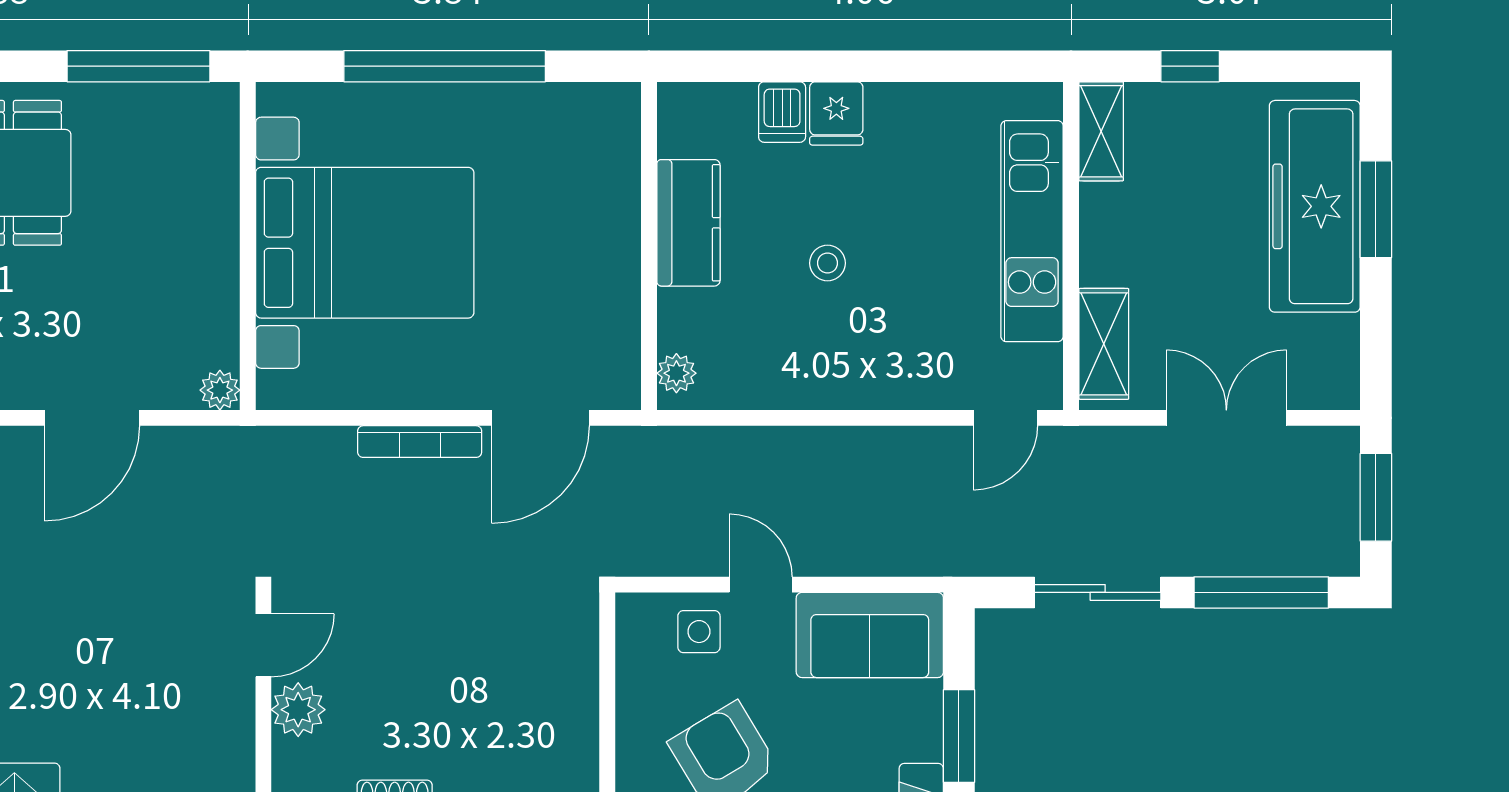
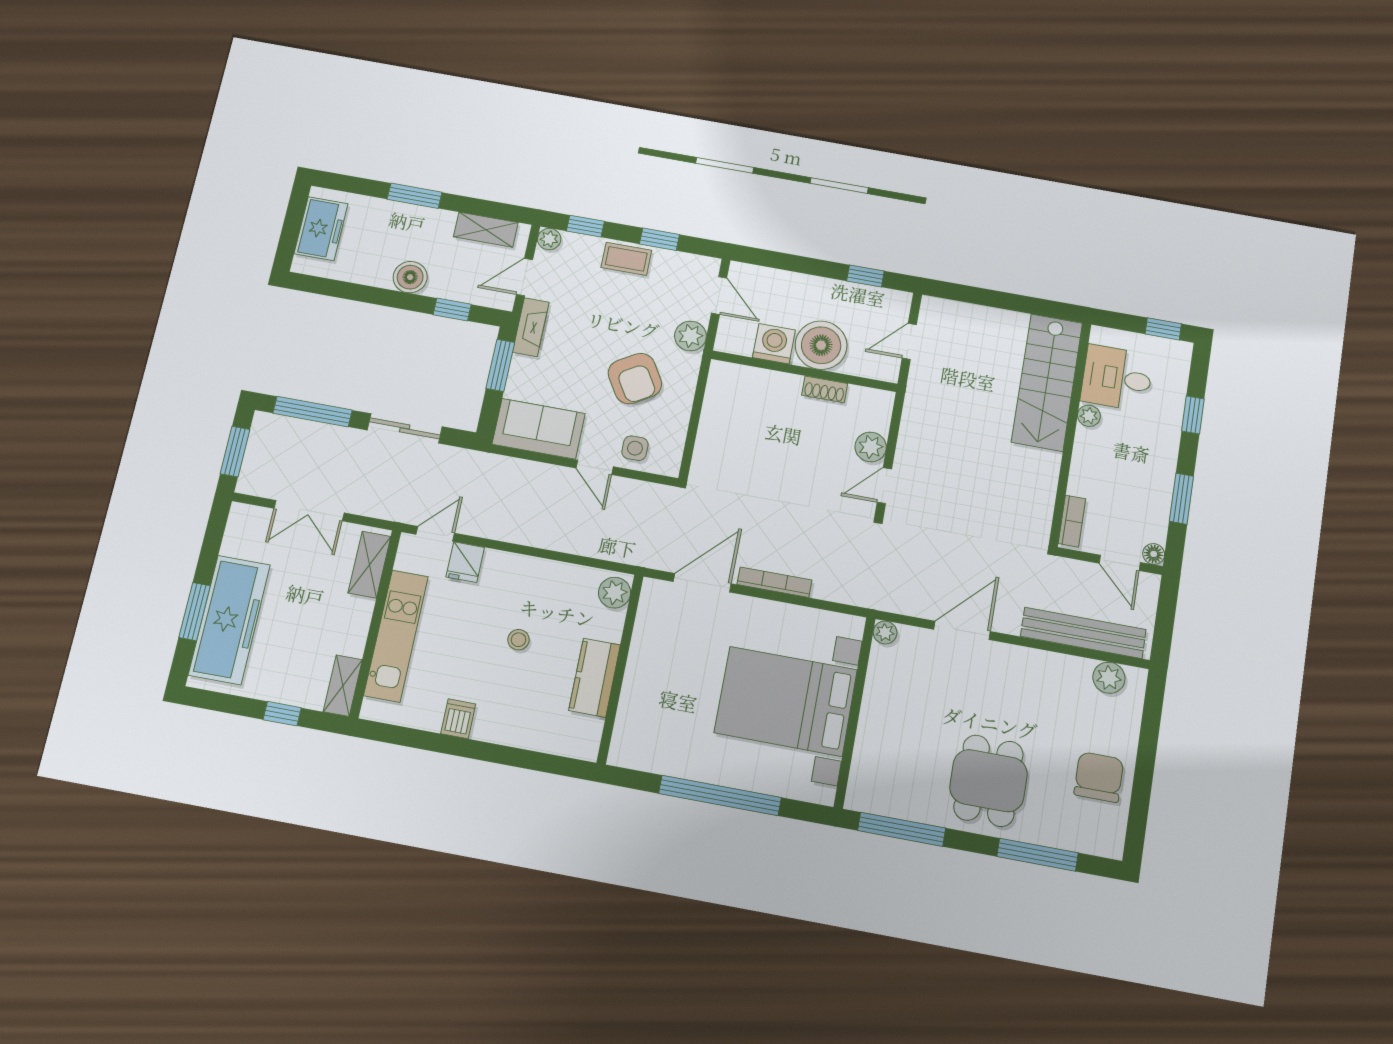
dishwasher: (782, 112) -> (458, 719), moved
fridge: (836, 113) -> (465, 562), moved, turned 180
plant: (676, 373) -> (615, 593), width x1.38, depth x1.38

